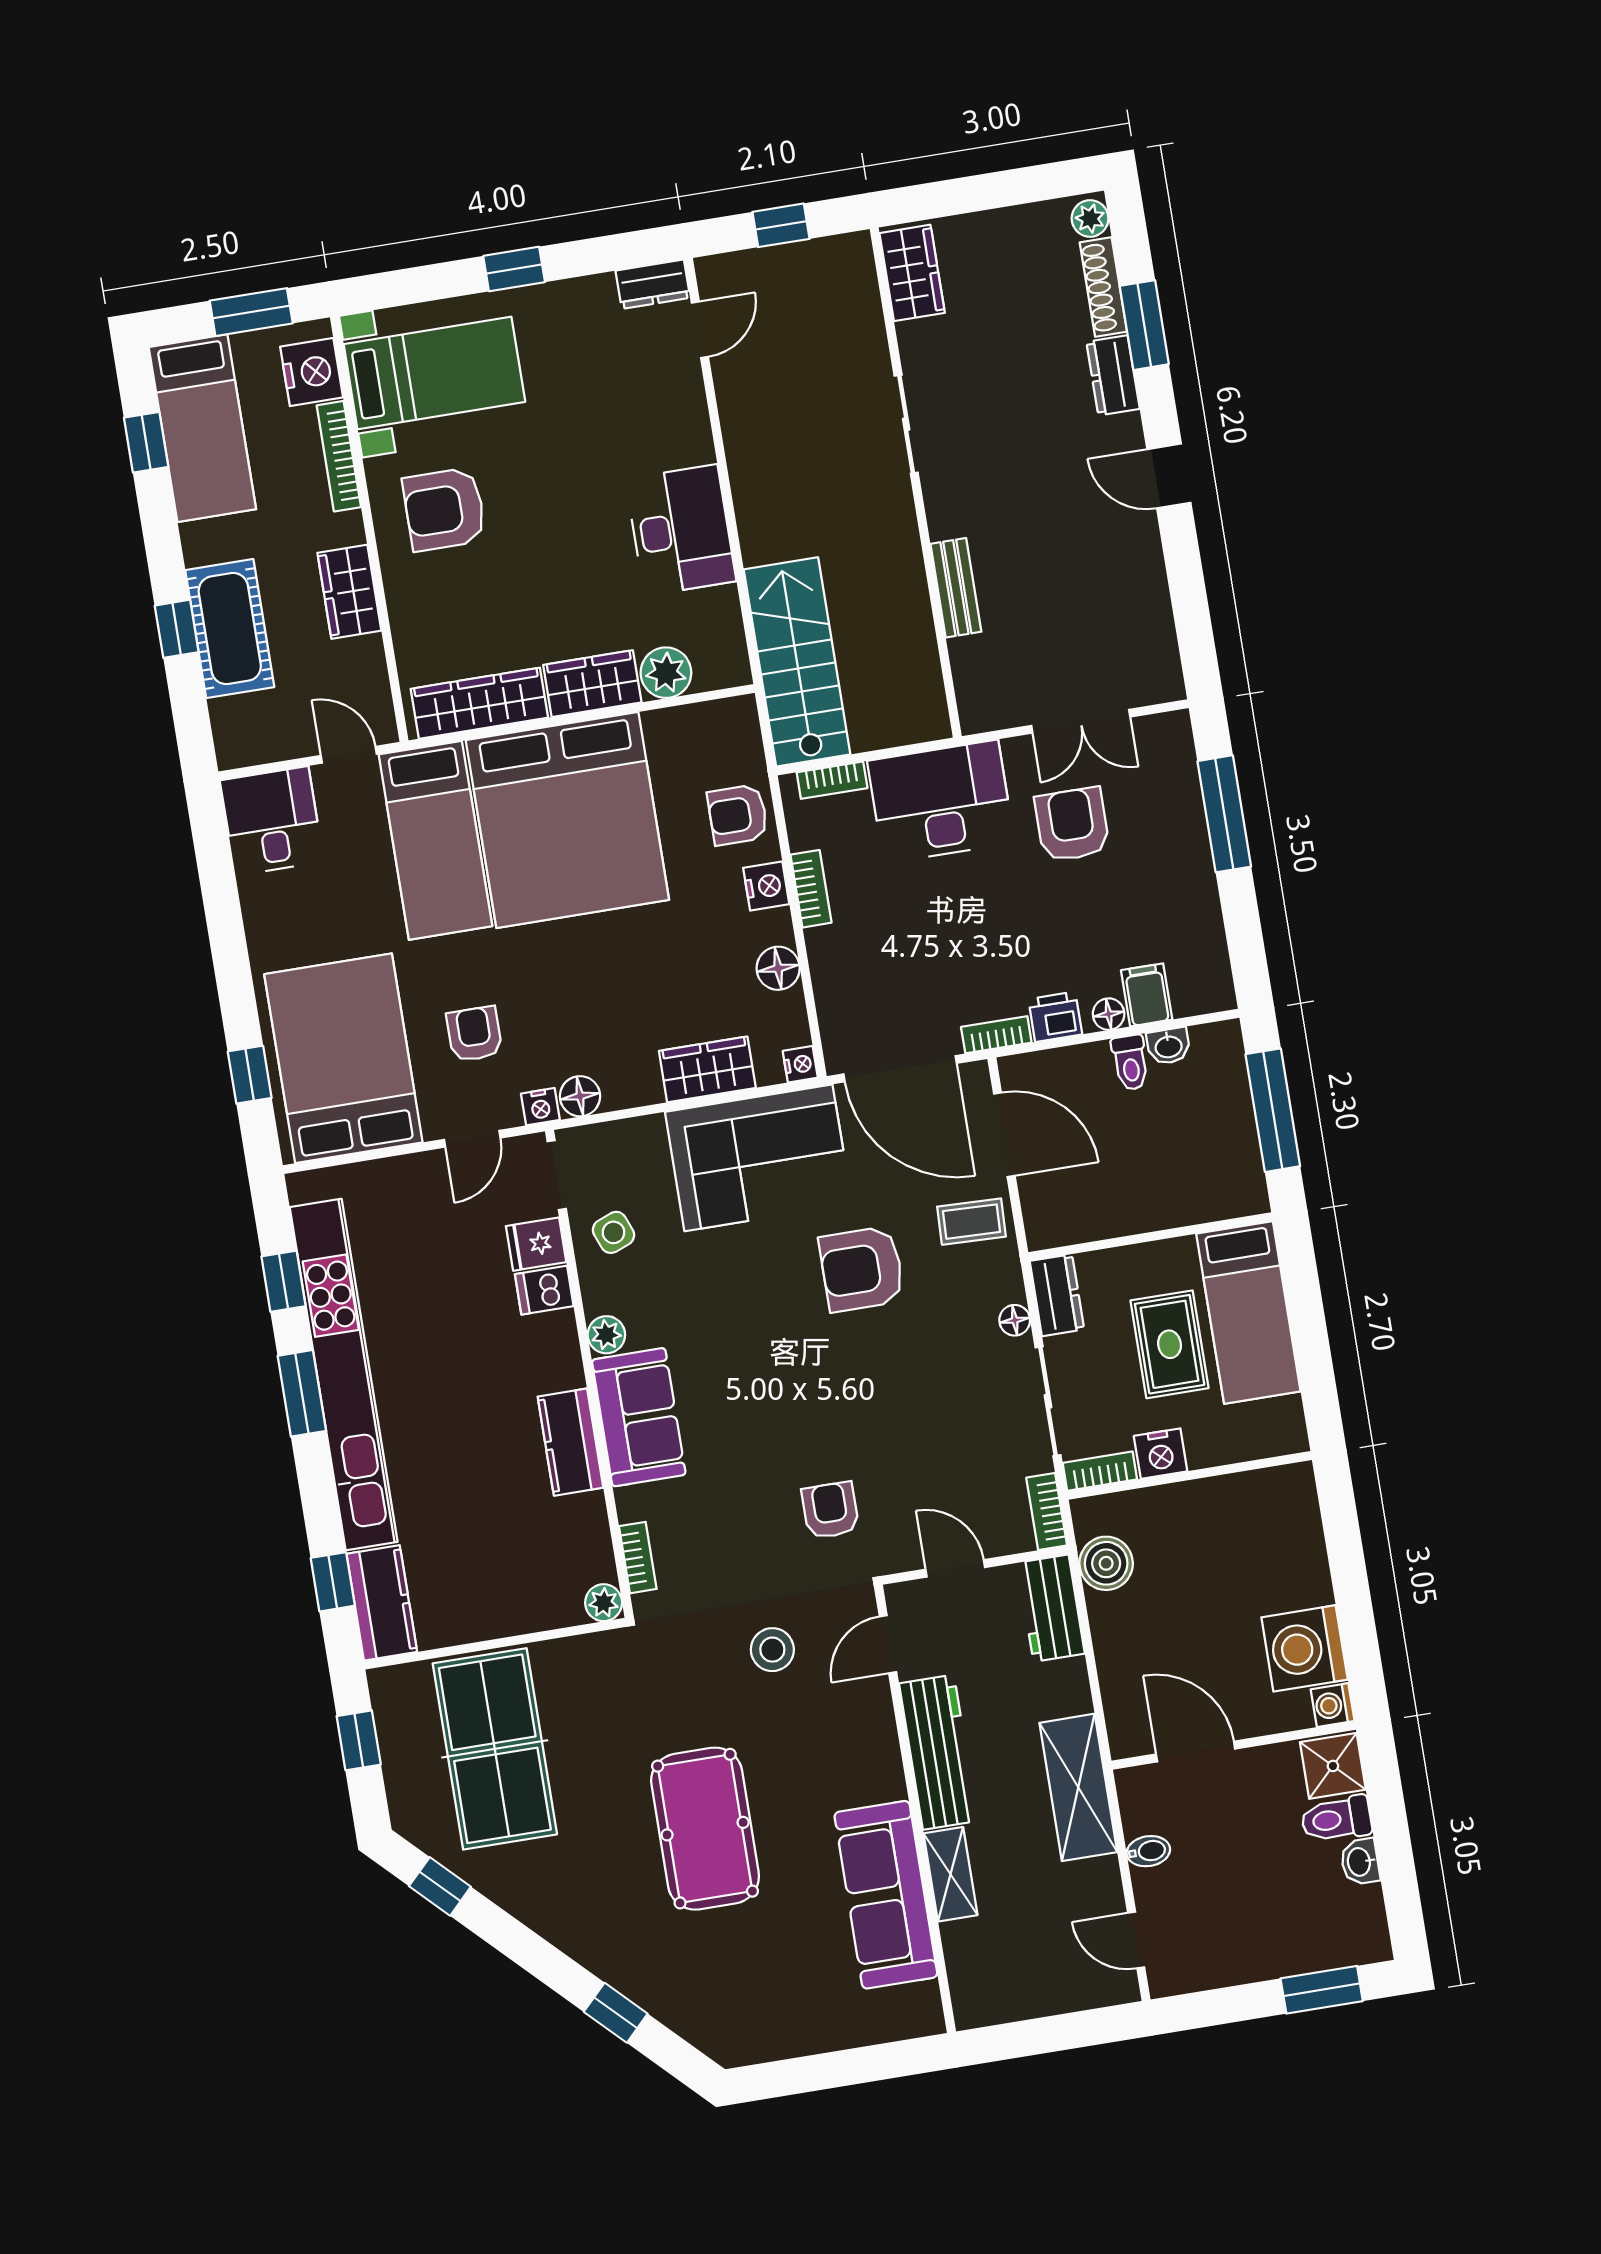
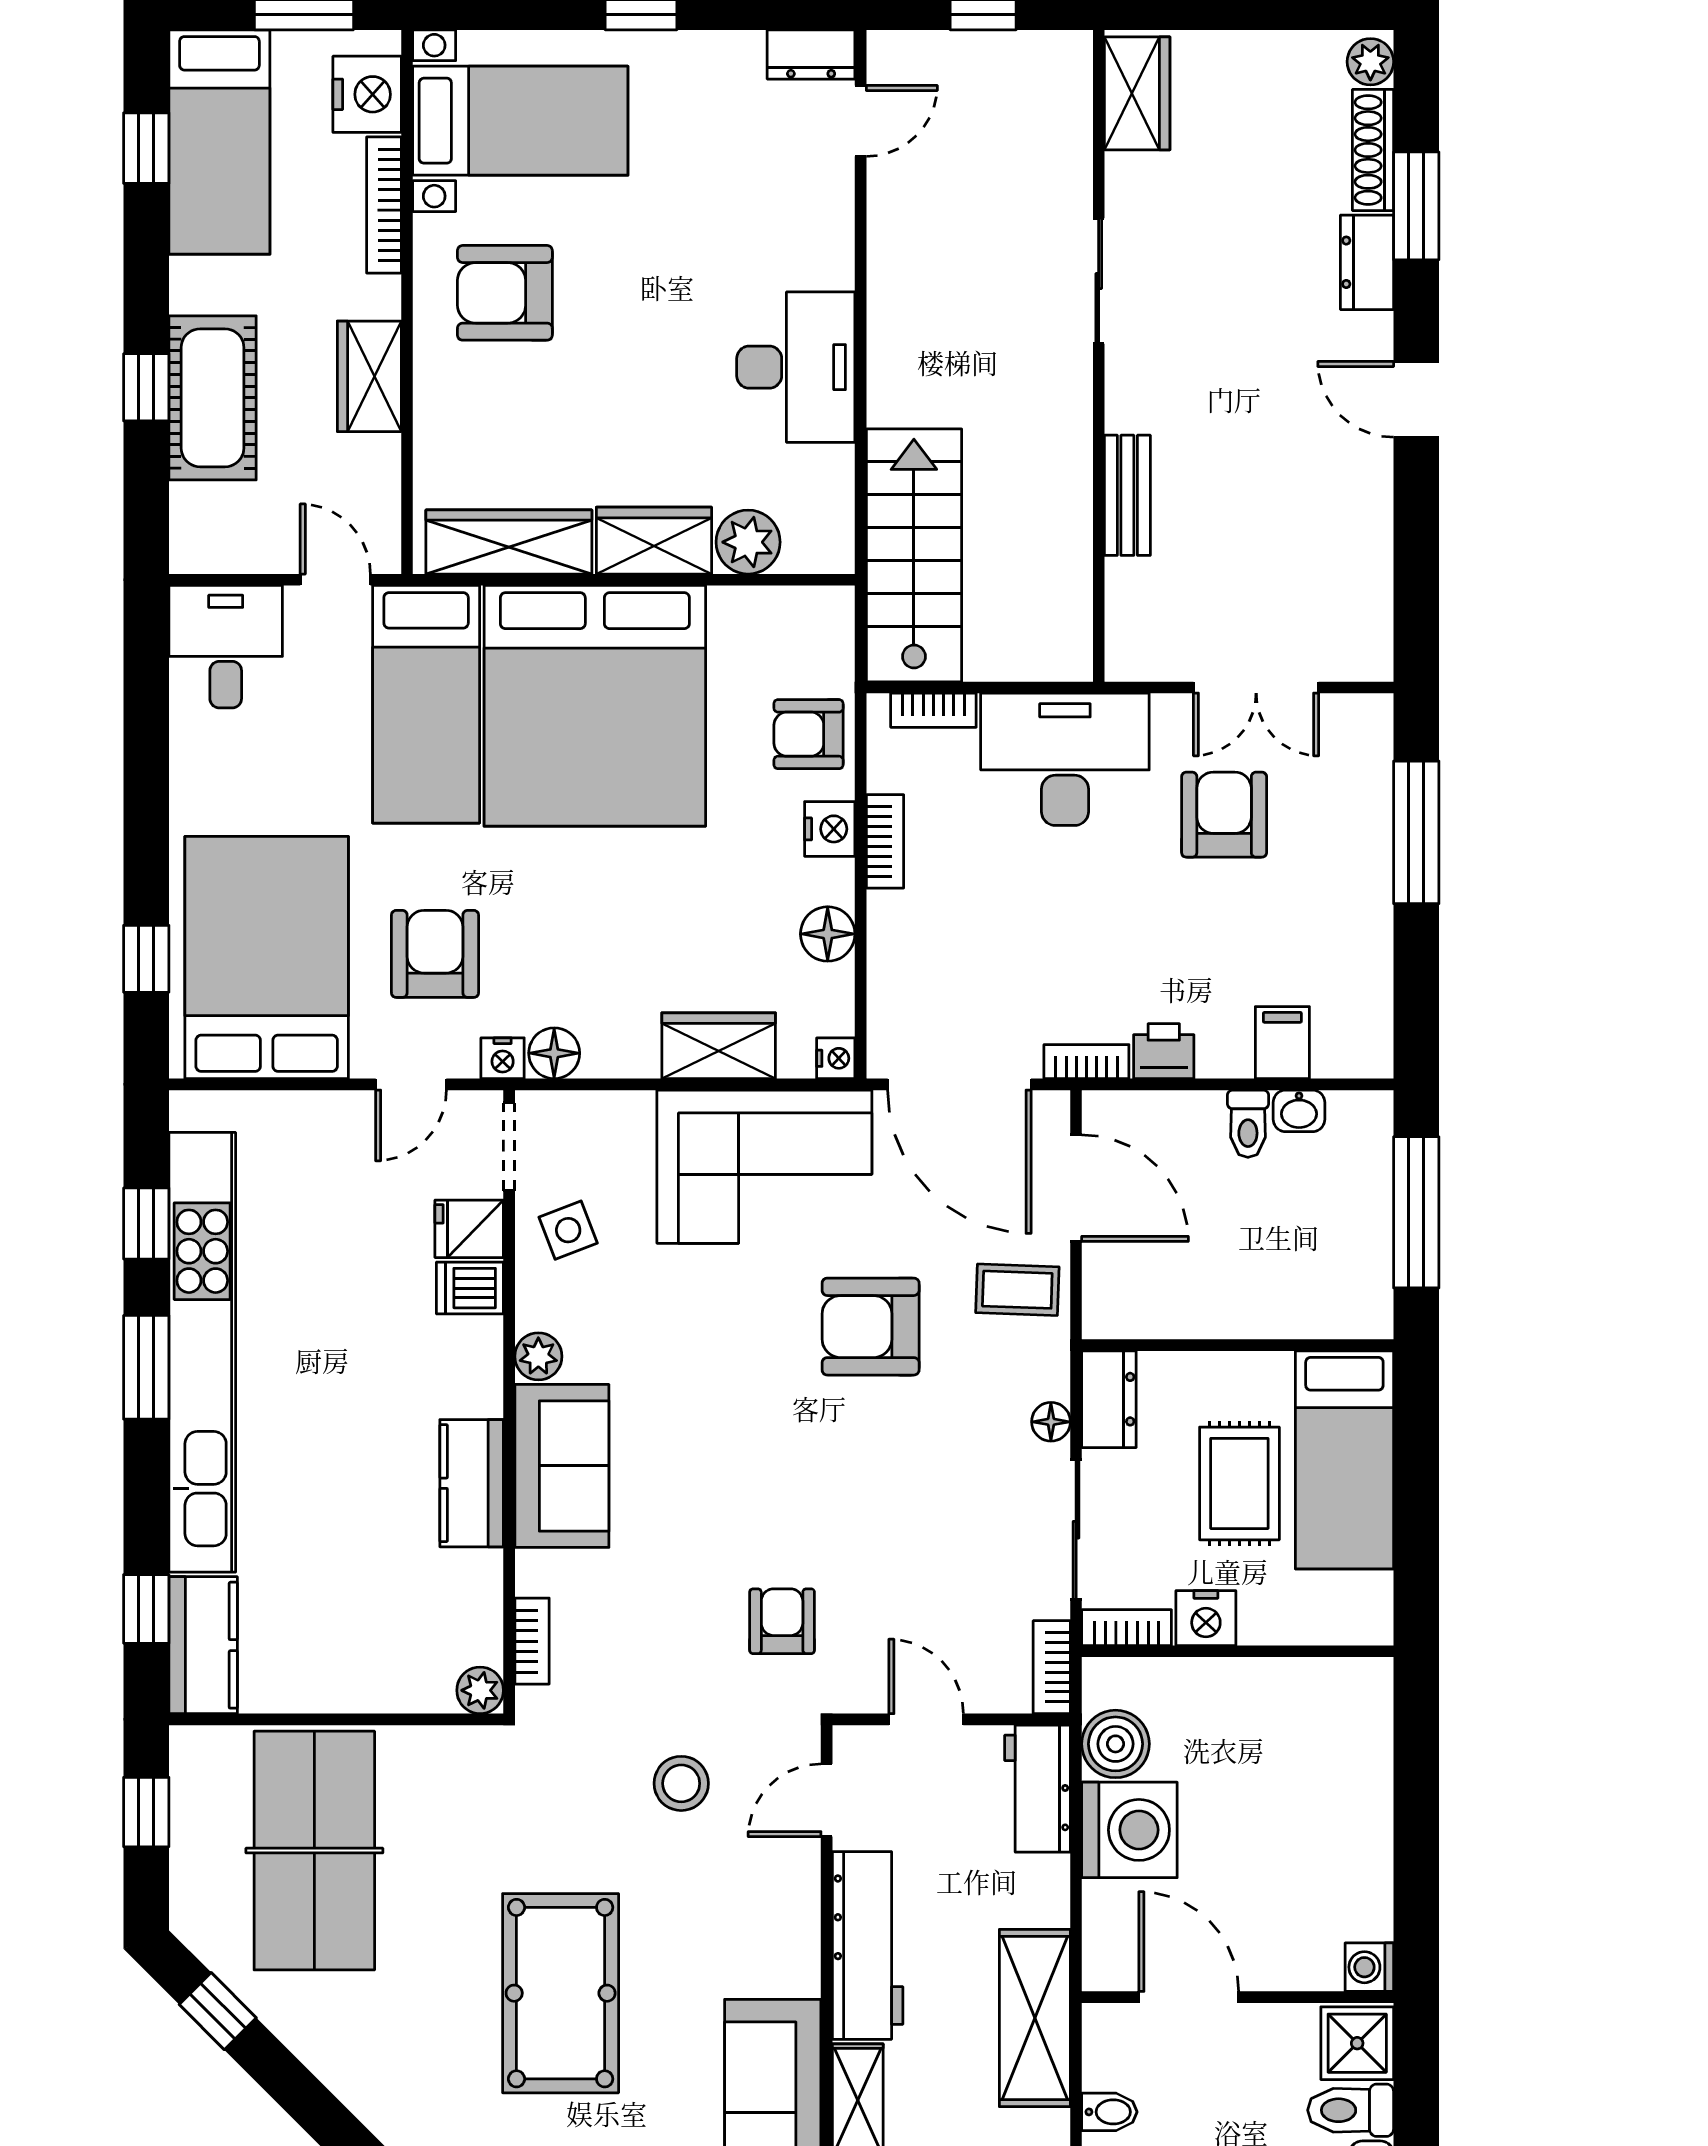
floor lamp: (1109, 1014) -> (1231, 1059), removed
armchair: (474, 1034) -> (435, 954), width x1.38, depth x1.38
washing machine: (1305, 1648) -> (1129, 1830), moved, turned 180

